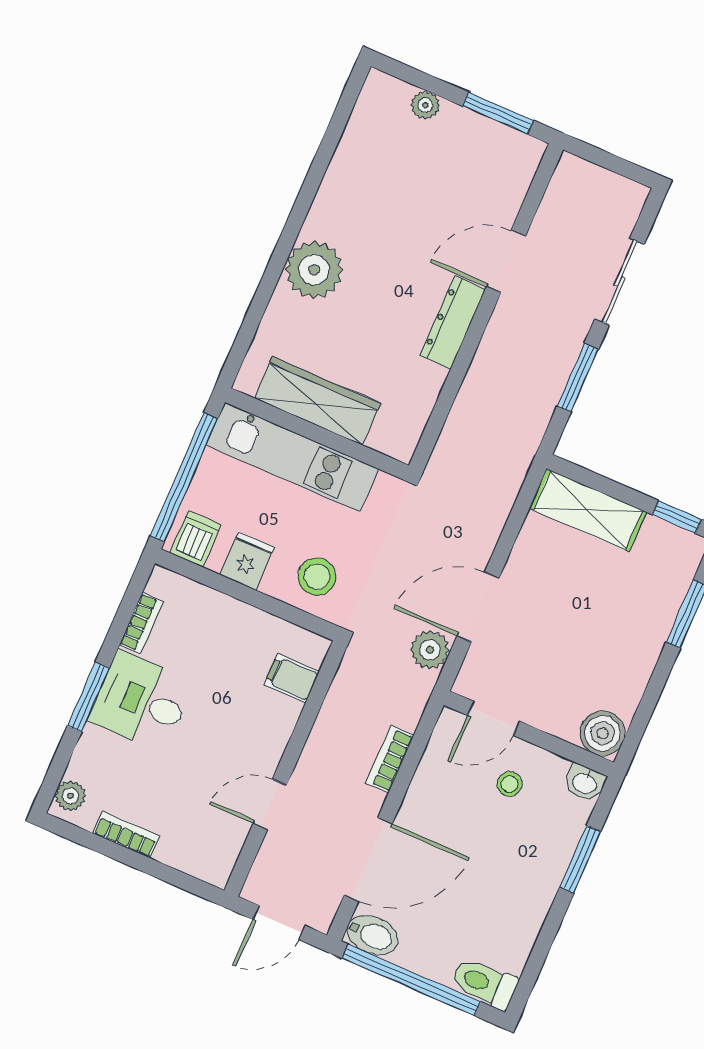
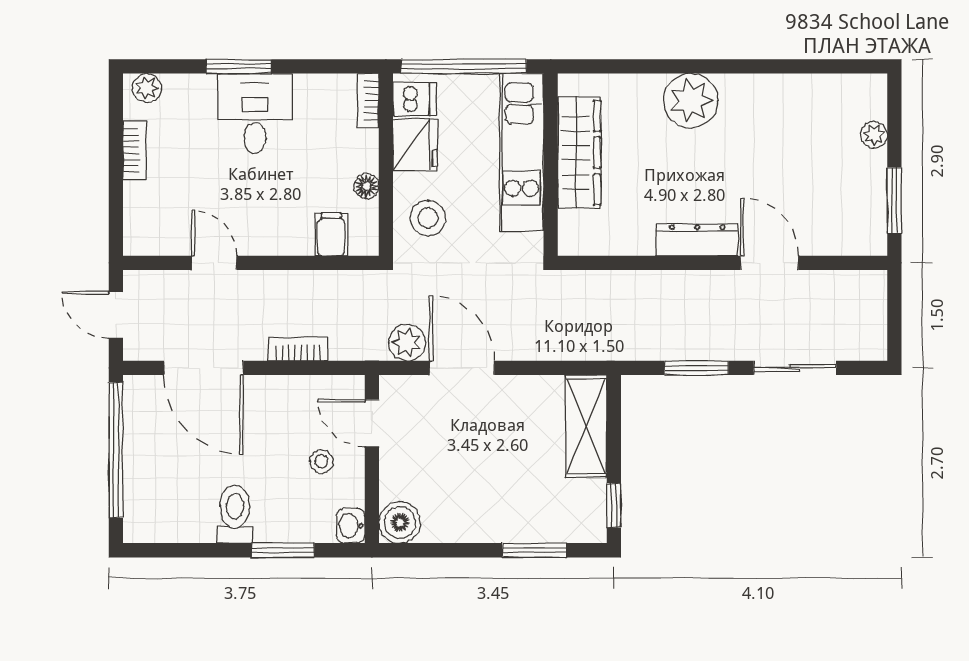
fridge: (247, 561) -> (415, 145), width x1.38
bookcase: (141, 623) -> (368, 101), moved, turned 90
floor lamp: (260, 623) -> (367, 186), added
bidet: (372, 935) -> (140, 400), removed
toilet: (484, 983) -> (235, 514), moved

